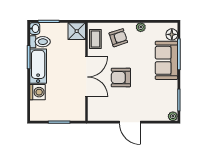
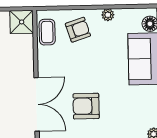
double door: (87, 77) -> (37, 104), moved
armchair: (121, 78) -> (86, 106), moved

